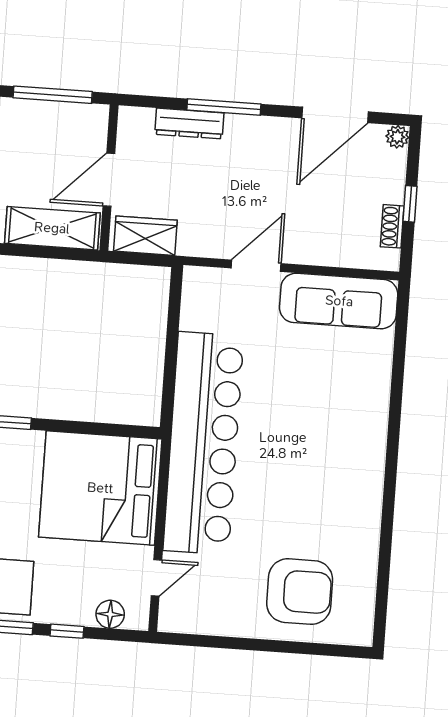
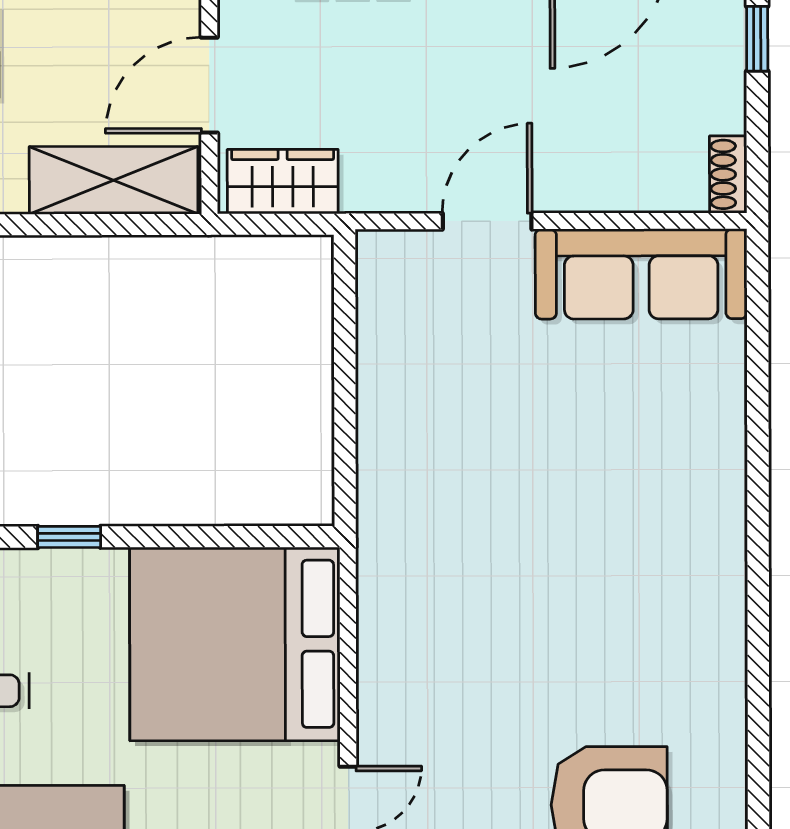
window: (410, 204) -> (757, 39), moved
shoe rack: (392, 226) -> (728, 174), moved
bar counter: (203, 443) -> (415, 549), removed

